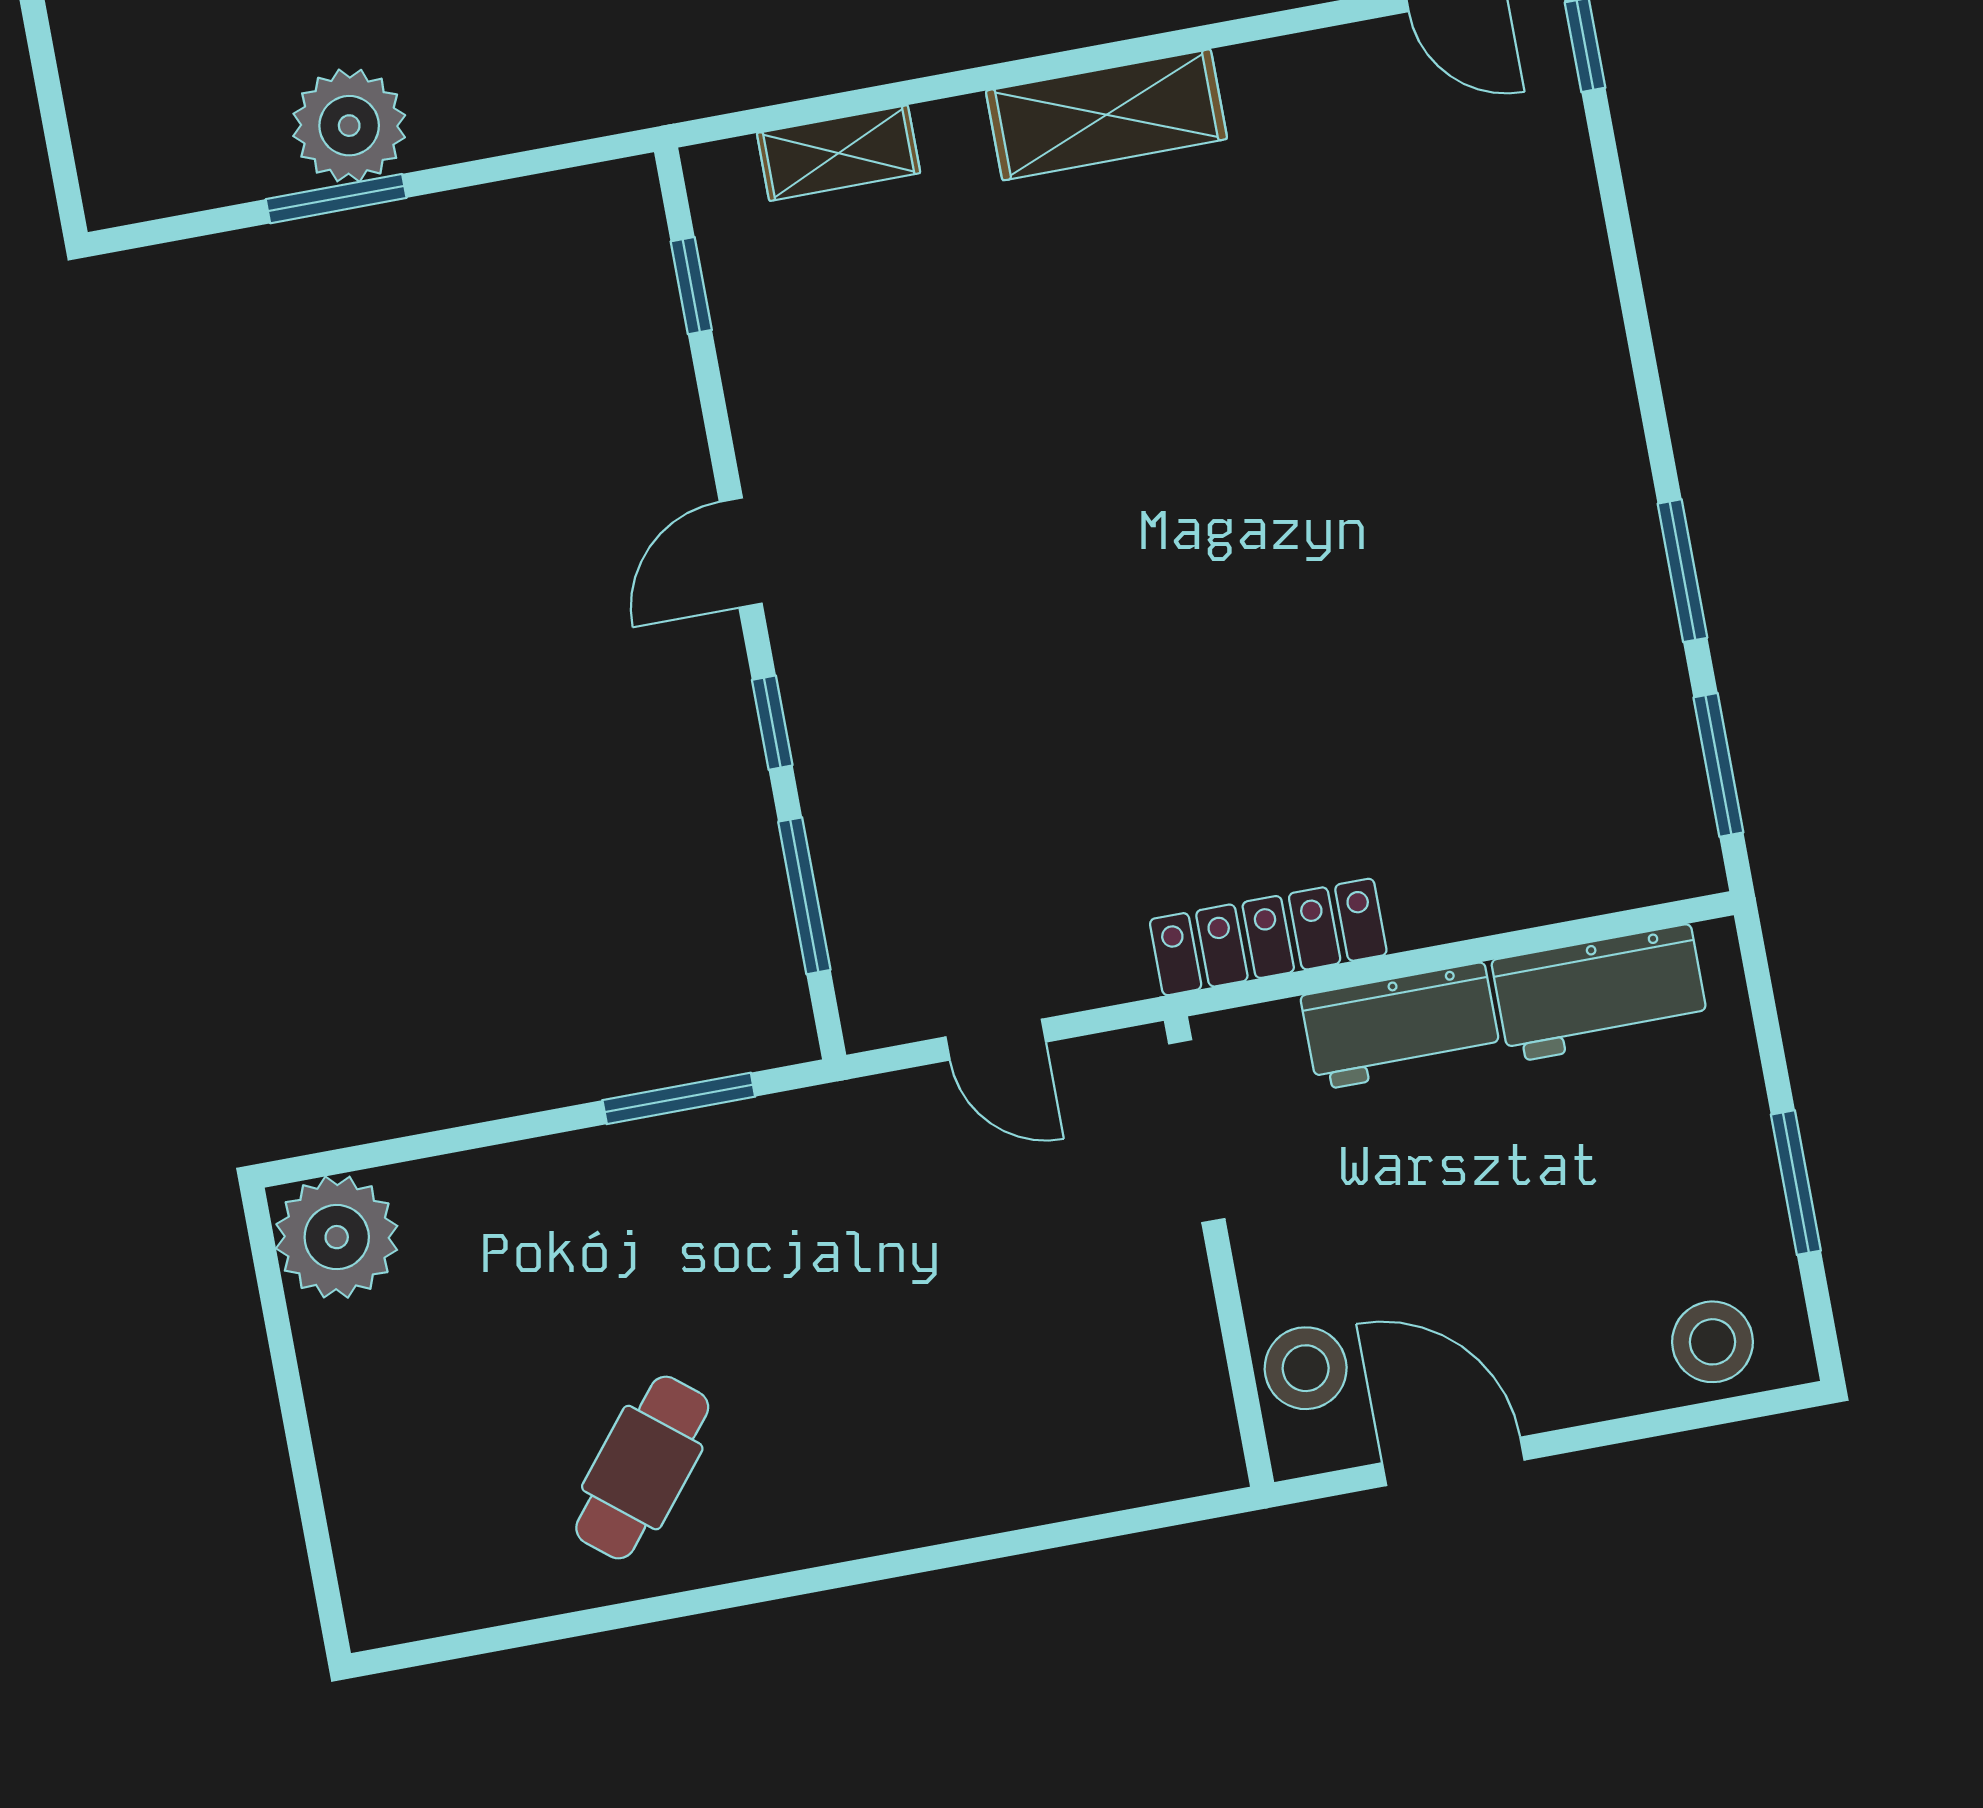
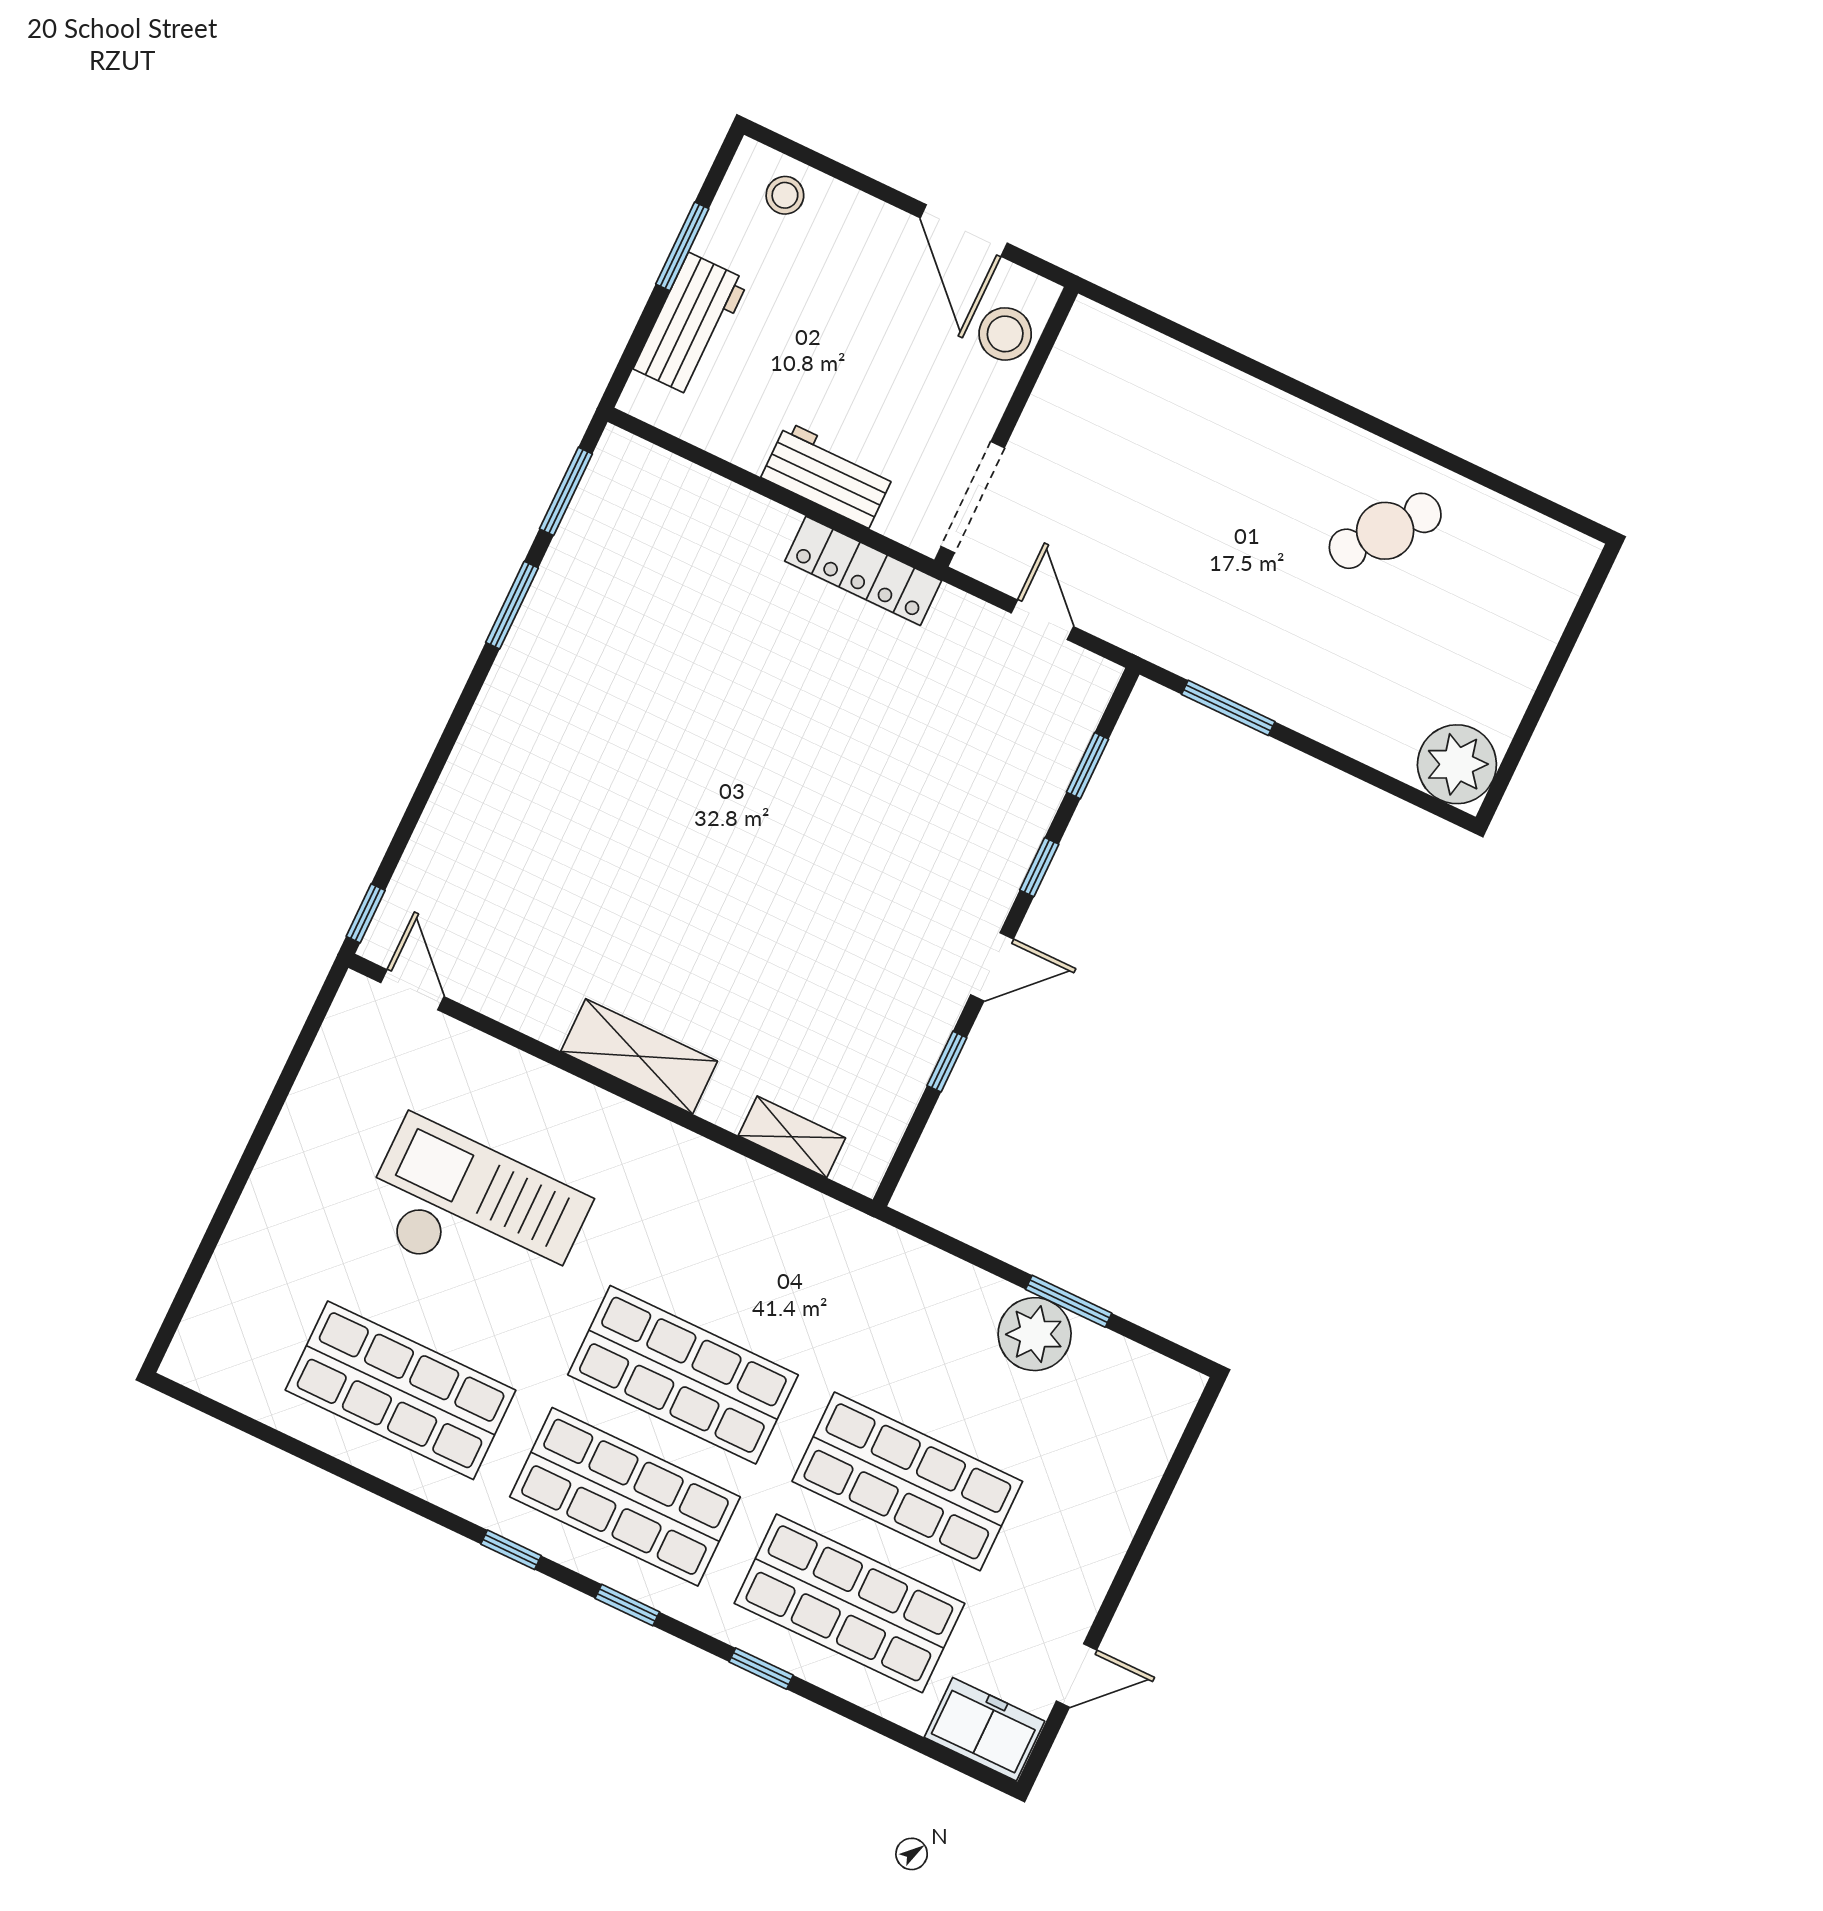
window: (691, 286) -> (947, 1062), moved
window: (804, 896) -> (1088, 766), width x0.67
workbench: (1600, 993) -> (691, 325), moved, turned 90
stool: (1713, 1342) -> (785, 195), width x0.73, depth x0.73

